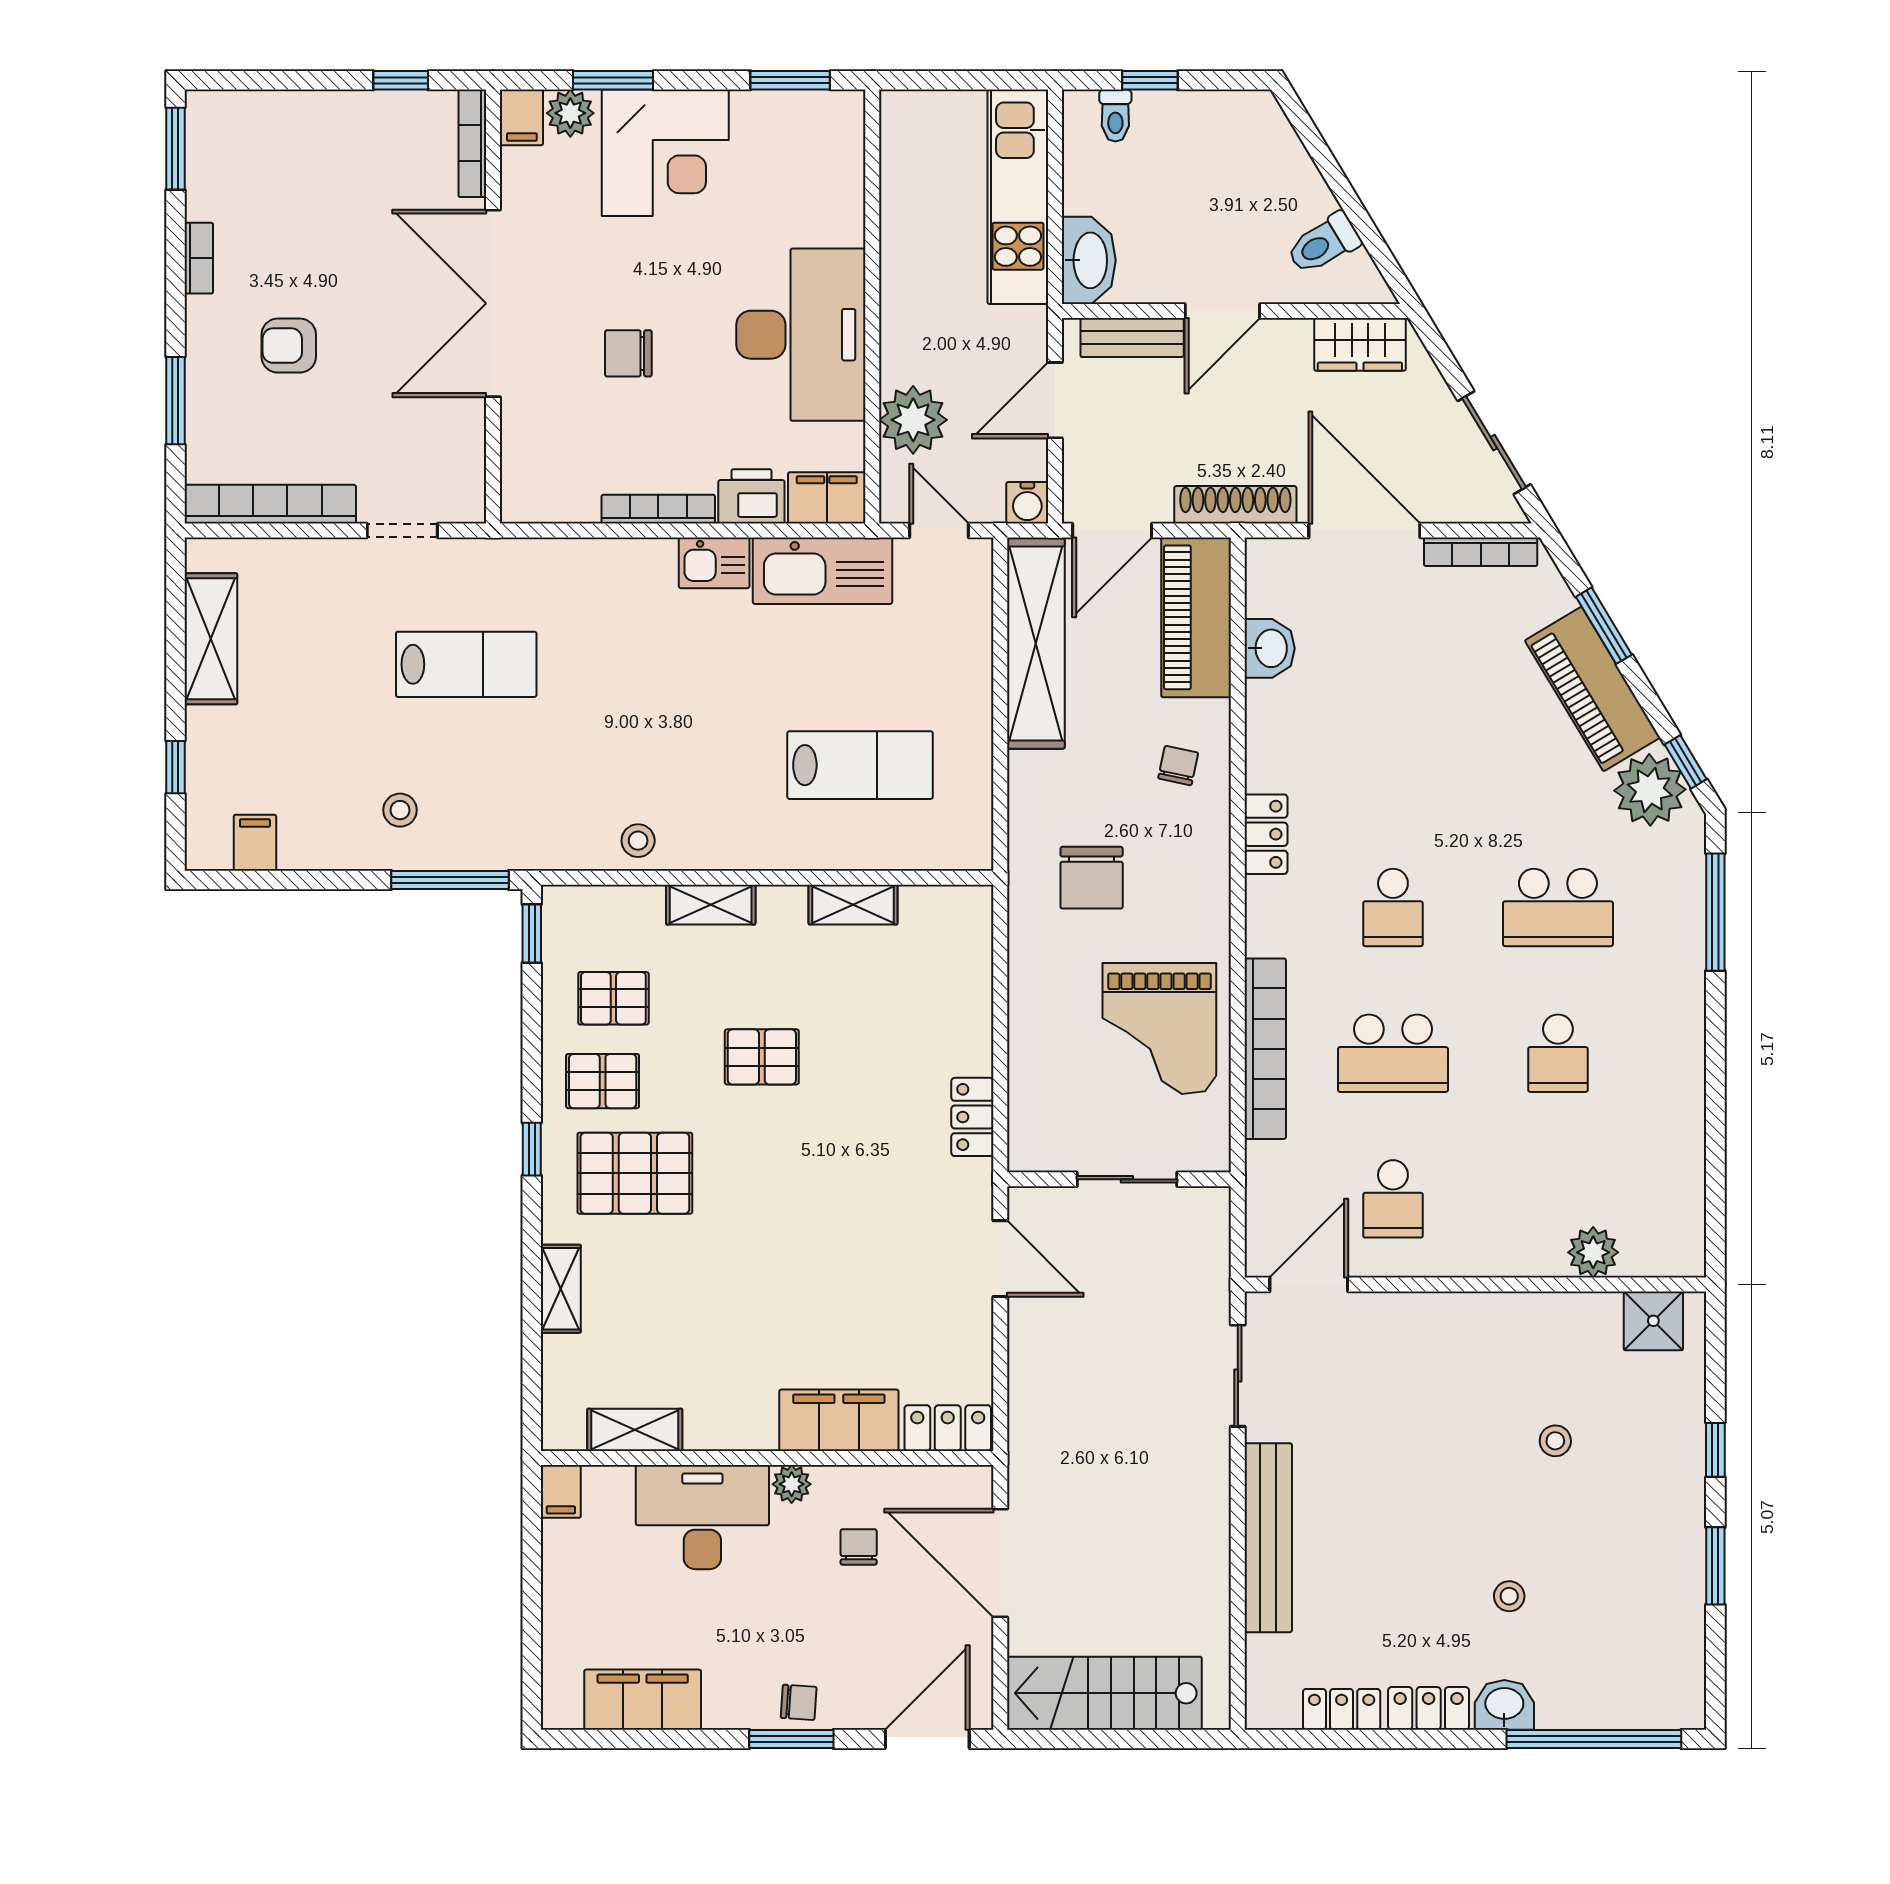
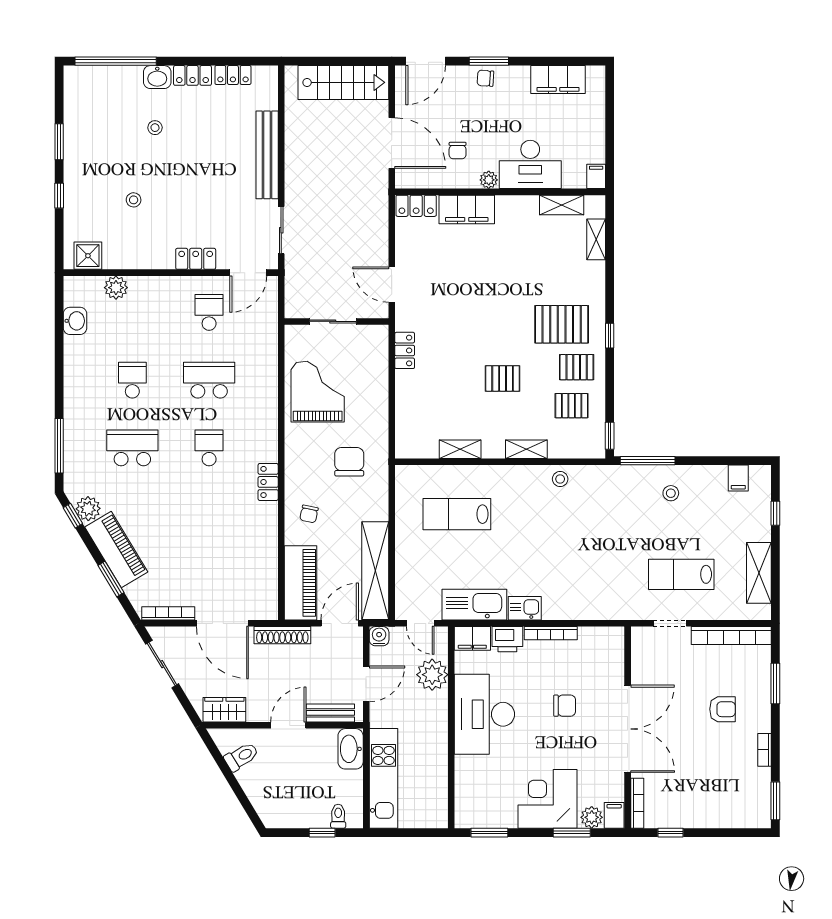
washbasin: (1270, 648) -> (75, 321), moved, turned 180
lab bench: (466, 664) -> (681, 574), moved
plant: (1650, 790) -> (88, 509), width x0.73, depth x0.73
bookcase: (1265, 1049) -> (268, 382), removed
shelving: (561, 1289) -> (596, 239), moved
locker: (1422, 1314) -> (196, 259), added

